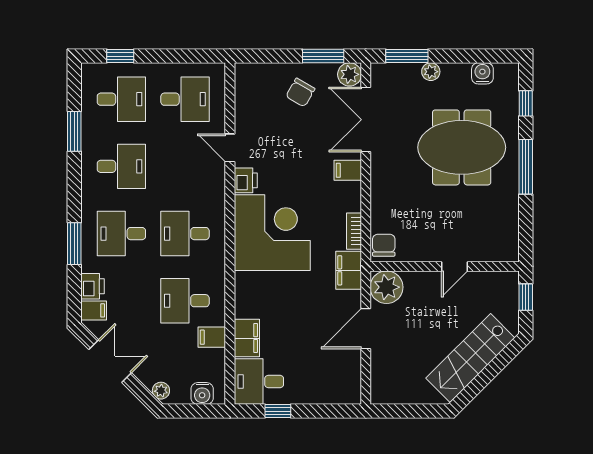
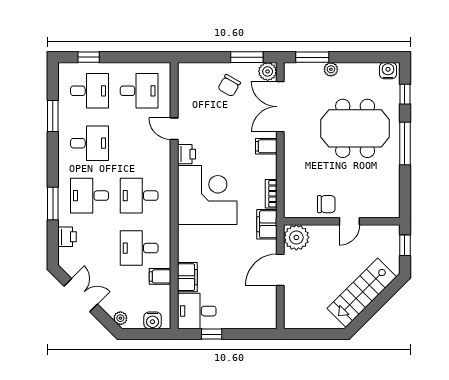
water cooler: (482, 73) -> (388, 71), moved
chair: (384, 245) -> (326, 204), moved, turned 90
filing cabinet: (94, 310) -> (68, 256), removed

